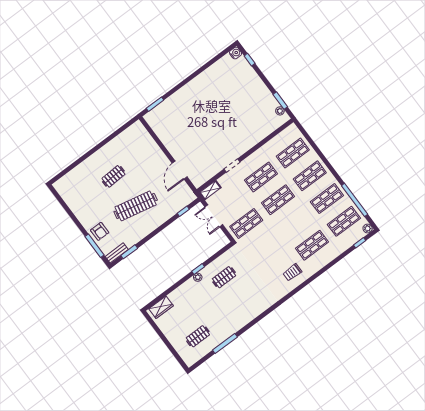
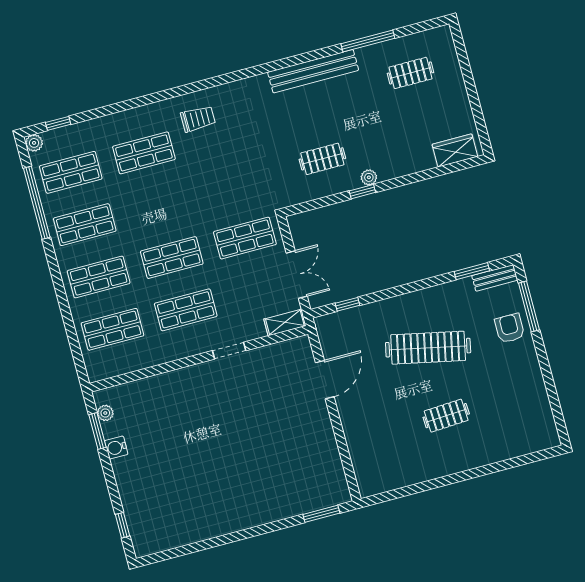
water cooler: (236, 53) -> (116, 448), moved
bench: (246, 318) -> (313, 71), added

